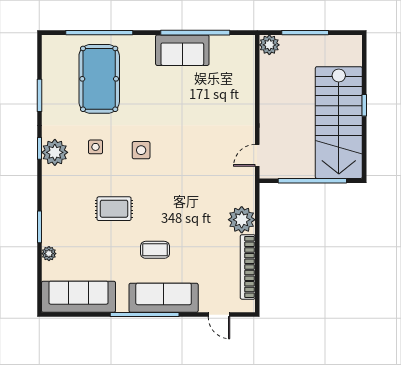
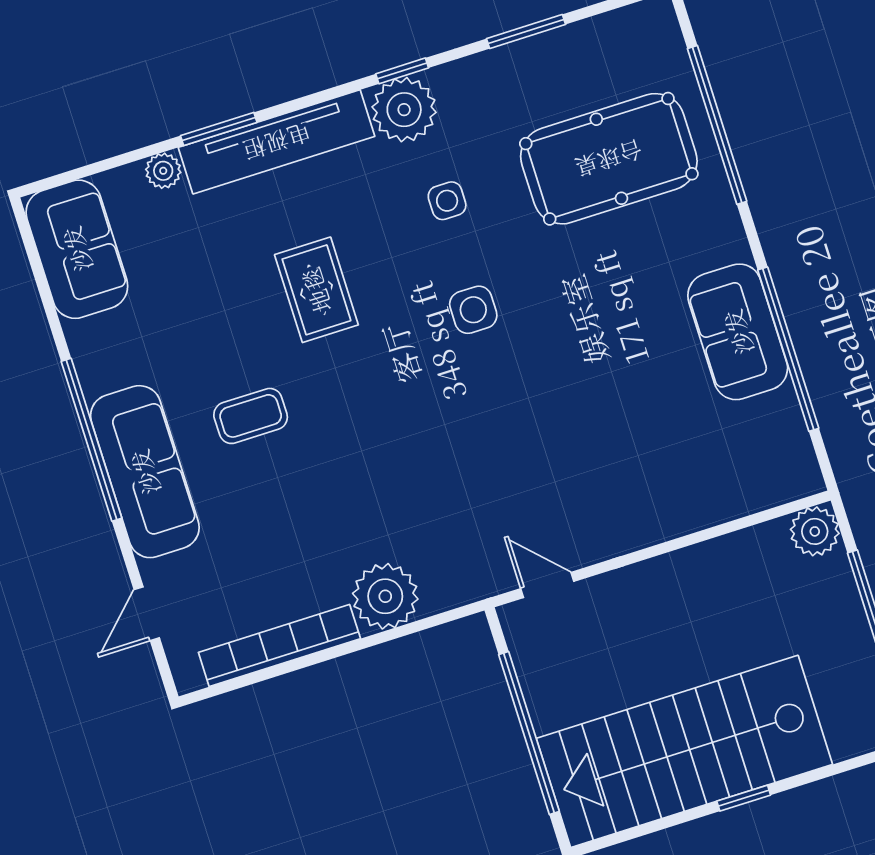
tv unit: (52, 206) -> (277, 142), added
coffee table: (155, 250) -> (251, 416), turned 90
sofa: (78, 297) -> (77, 249), width x0.73

